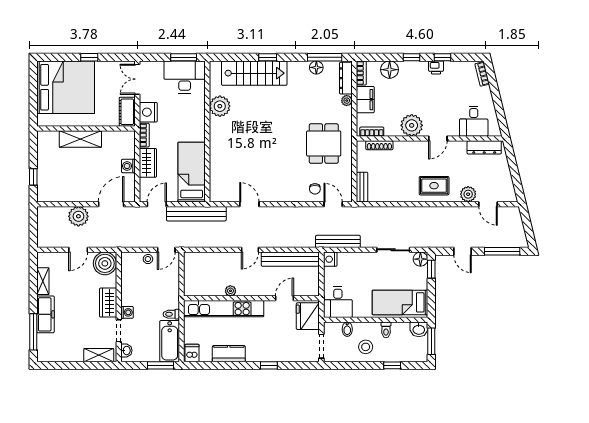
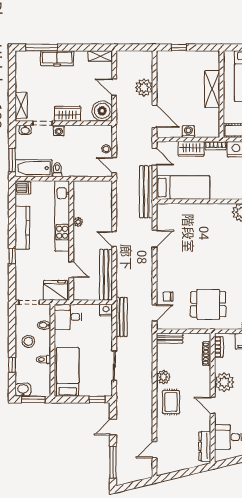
plant: (468, 194) -> (163, 377), moved
floor lamp: (420, 259) -> (106, 390), removed
shelving: (43, 281) -> (100, 56), moved
washbasin: (419, 329) -> (23, 390), moved, turned 90
kitchen counter: (229, 354) -> (22, 228), width x1.50

